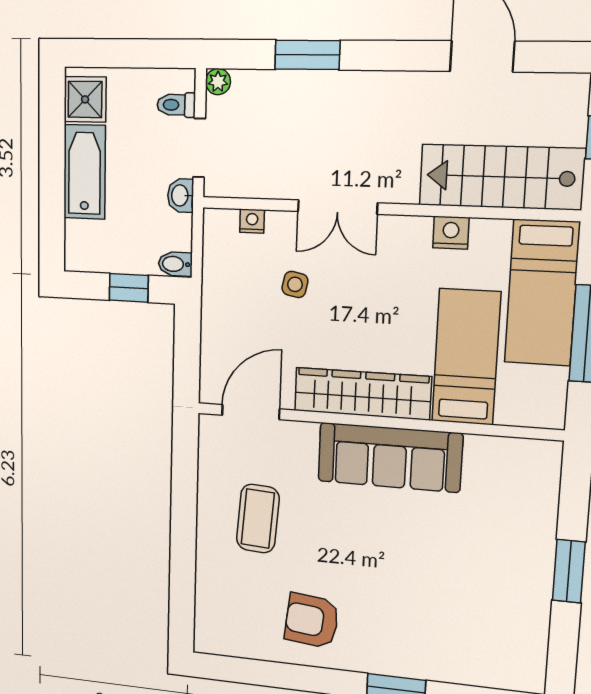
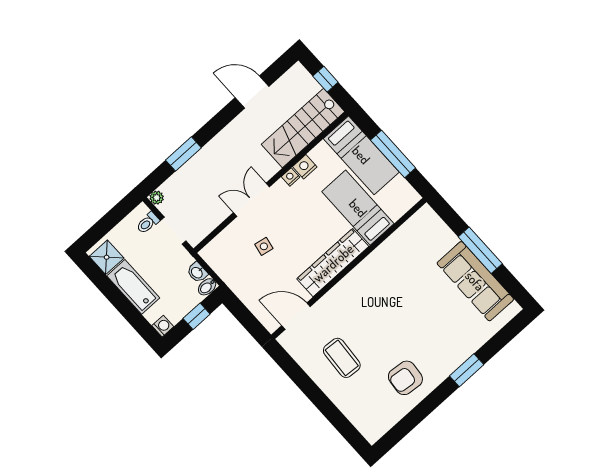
washbasin: (181, 195) -> (197, 272), moved
double door: (337, 207) -> (251, 200), swing flipped
nightstand: (252, 221) -> (291, 177), moved
washing machine: (77, 258) -> (163, 326), added
door: (251, 412) -> (296, 316), hinge flipped
sofa: (390, 457) -> (475, 281), moved, turned 90
window: (569, 571) -> (480, 250), width x1.44

